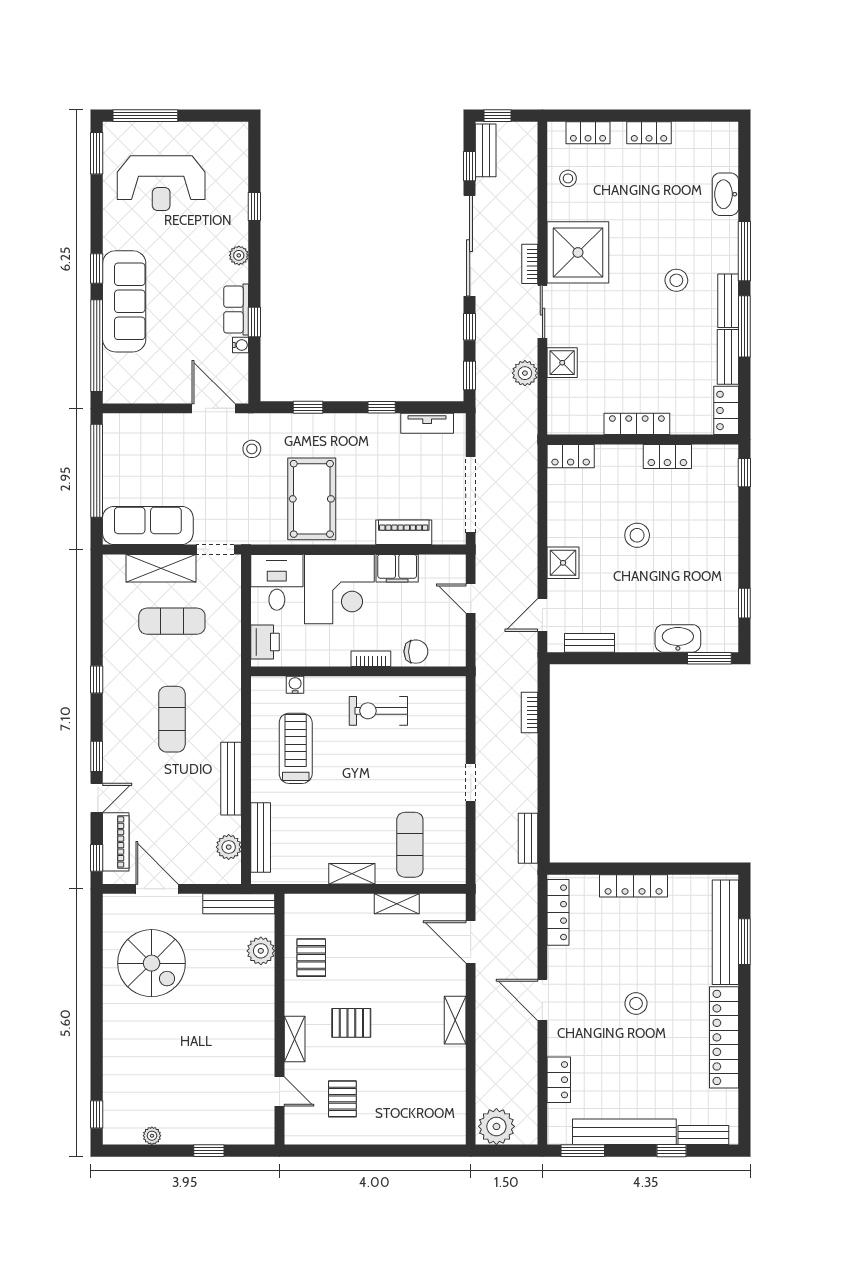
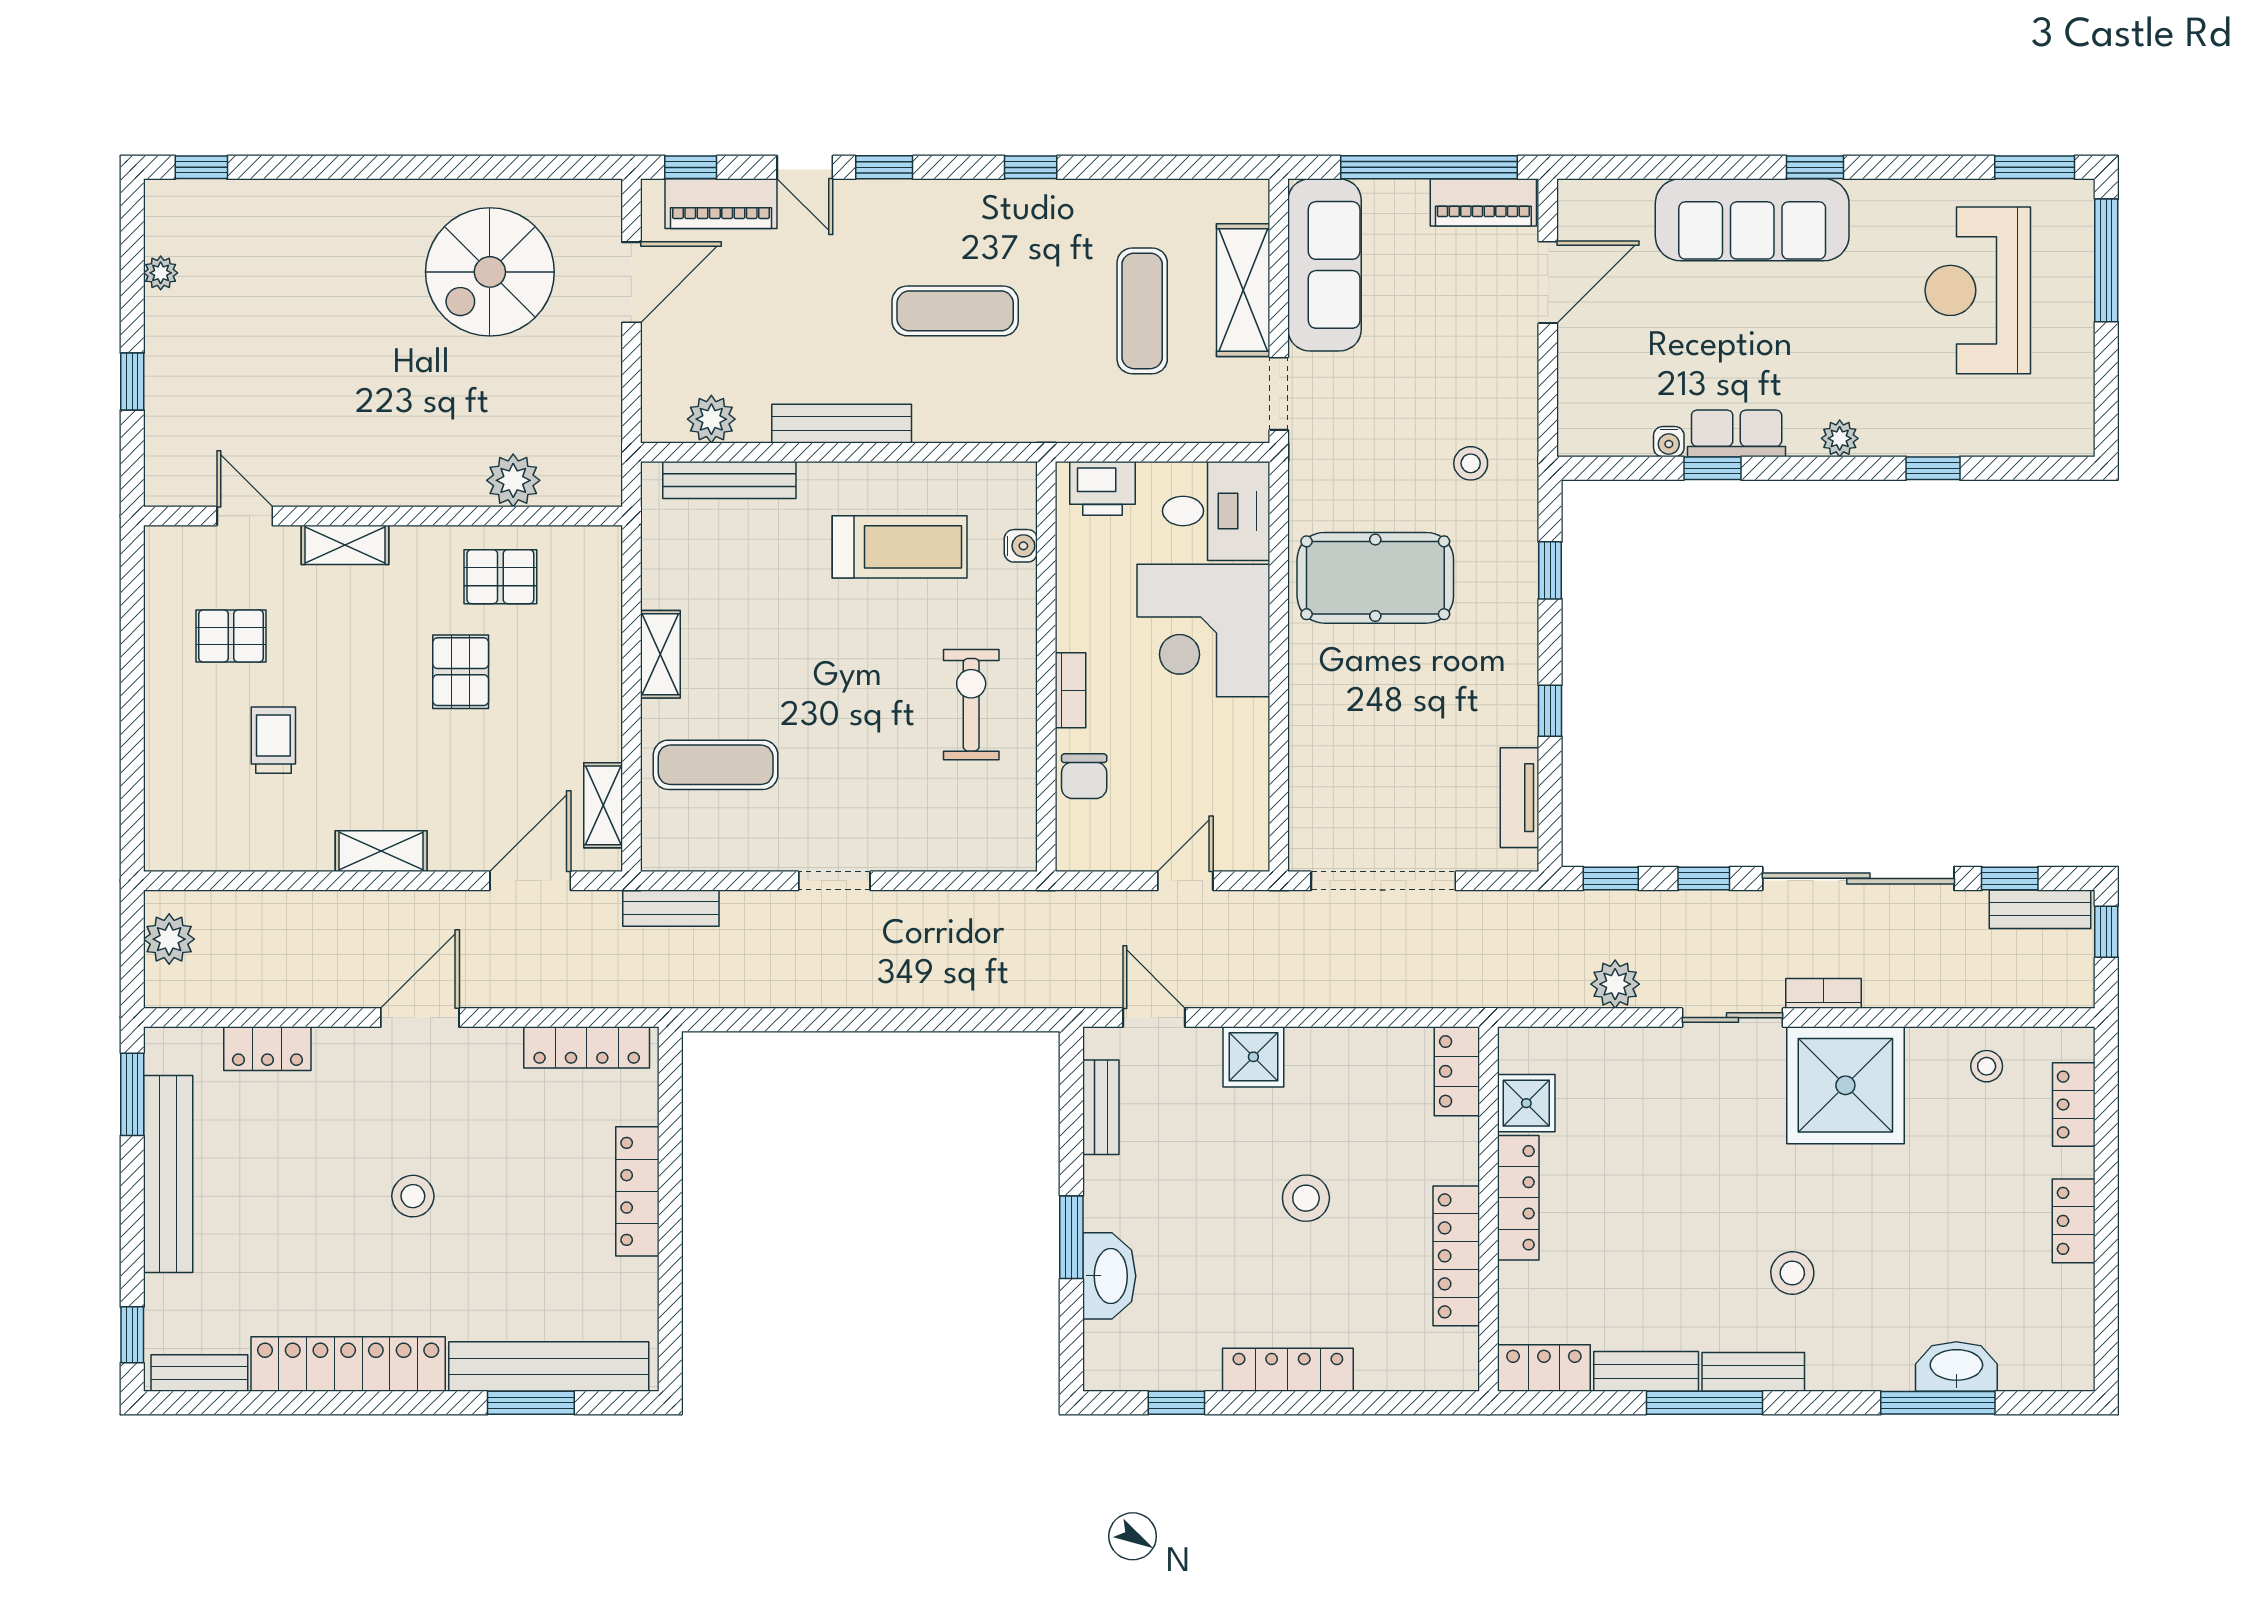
window: (744, 251) -> (1938, 1403), moved
window: (97, 346) -> (1668, 167), removed
shower: (562, 363) -> (1526, 1103), moved
door: (213, 408) -> (1548, 282), moved
locker: (667, 456) -> (1456, 1256), width x1.53
window: (744, 473) -> (1425, 1403), removed
piano: (404, 532) -> (1483, 202), moved, turned 90
locker: (727, 545) -> (1288, 1370), added
filing cabinet: (397, 568) -> (1243, 740), removed
window: (709, 658) -> (1071, 1237), moved
bookcase: (529, 713) -> (968, 993), removed
bench: (528, 838) -> (671, 908), moved
bench: (239, 904) -> (603, 438), removed
shelving: (397, 904) -> (603, 805), moved
pallet: (351, 1023) -> (461, 672), moved
trolley: (397, 1077) -> (273, 740), added
door: (279, 1092) -> (245, 516), swing flipped
plant: (496, 1126) -> (169, 939), width x0.73, depth x0.73
bench: (703, 1135) -> (199, 1373), moved, turned 90
window: (672, 1151) -> (132, 1335), moved

